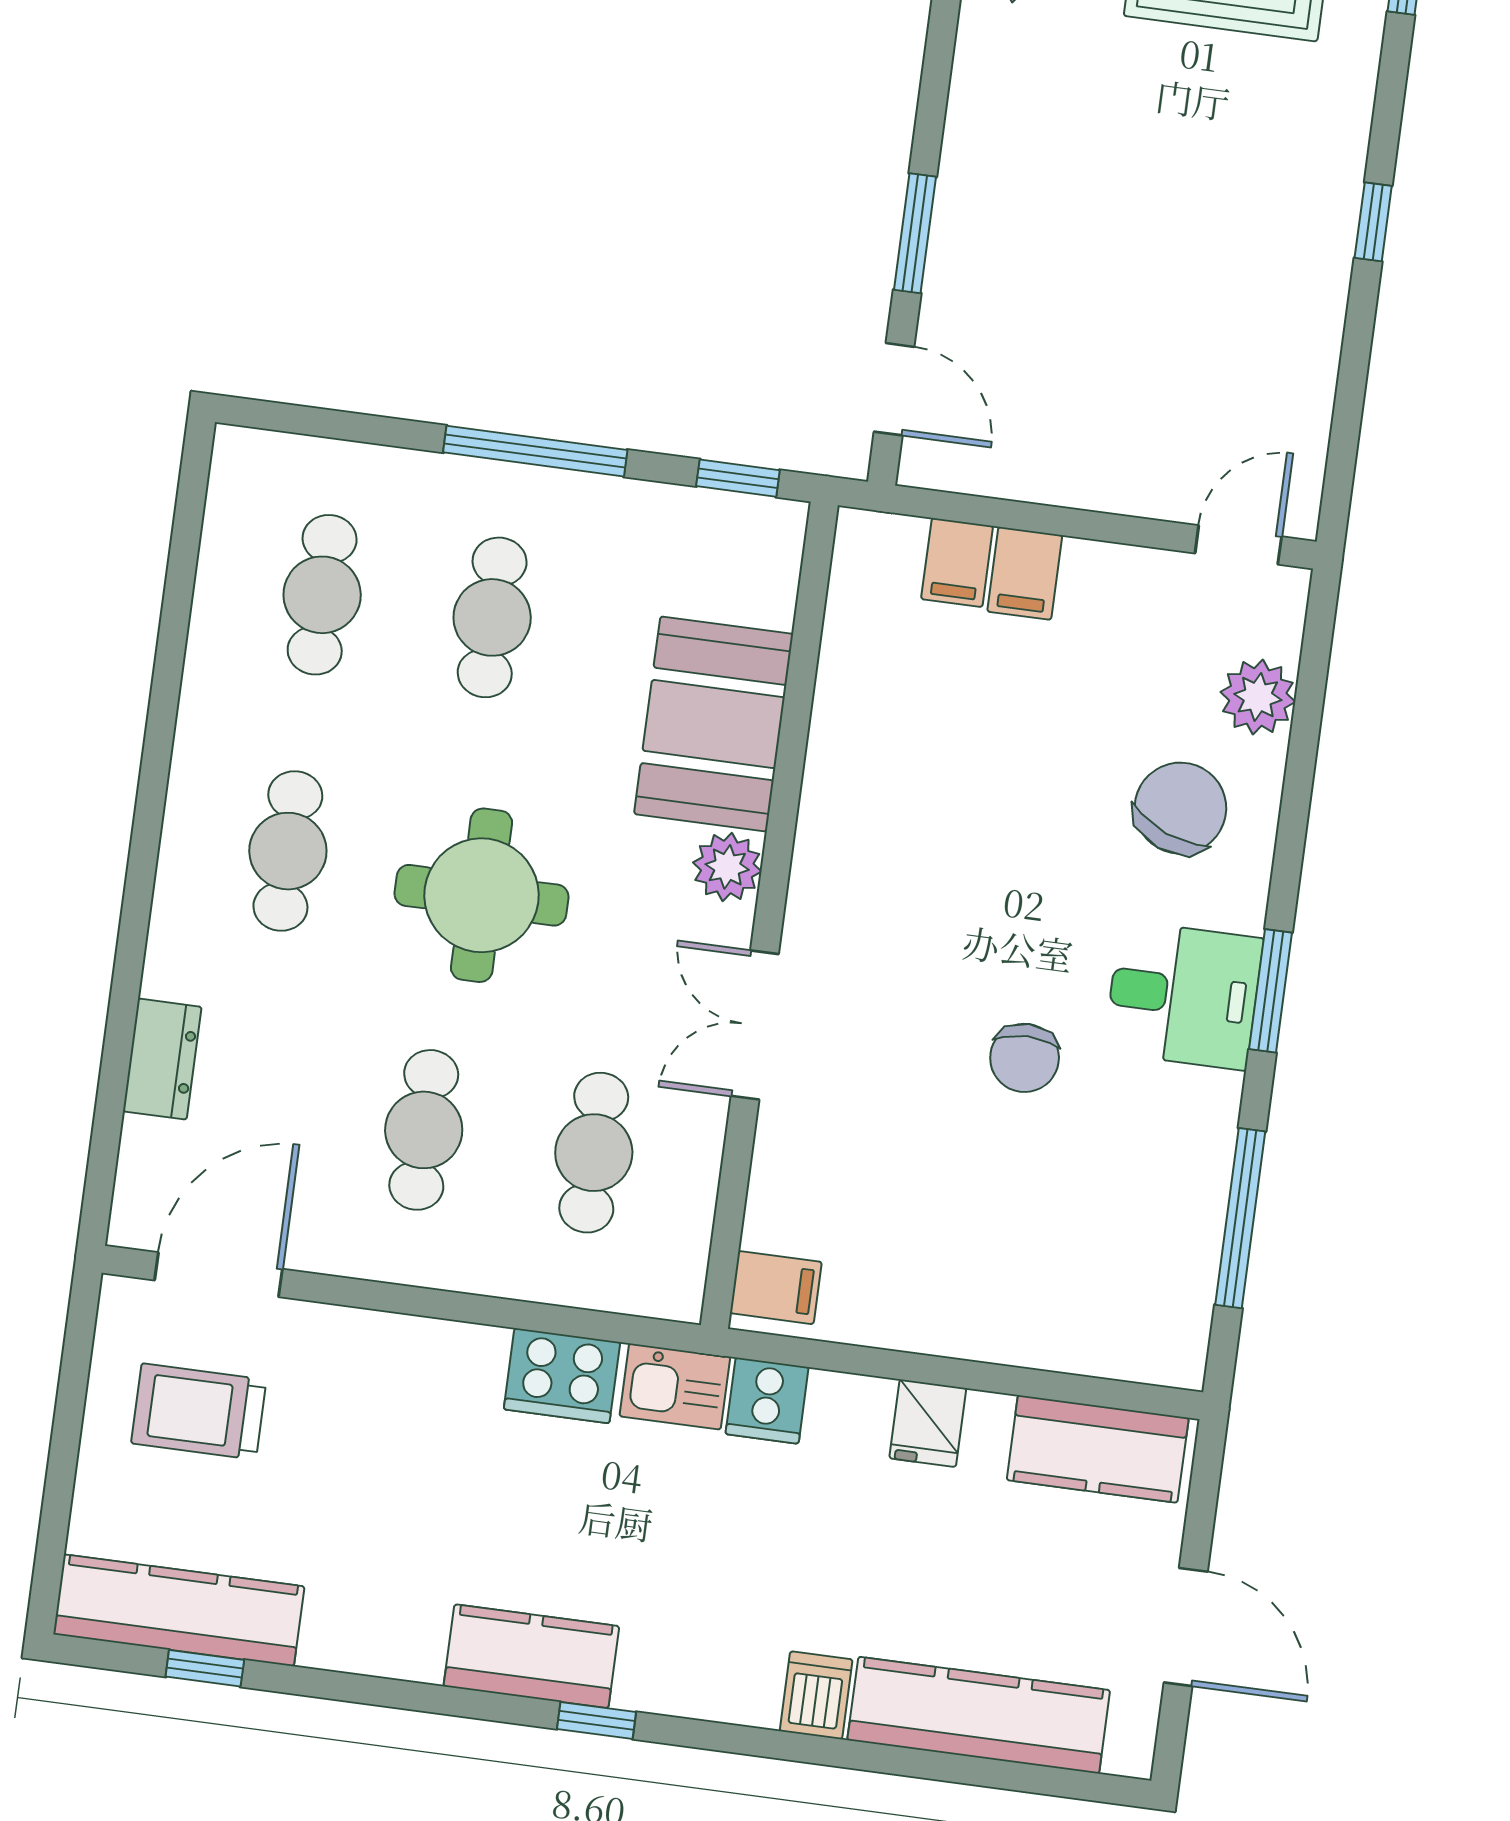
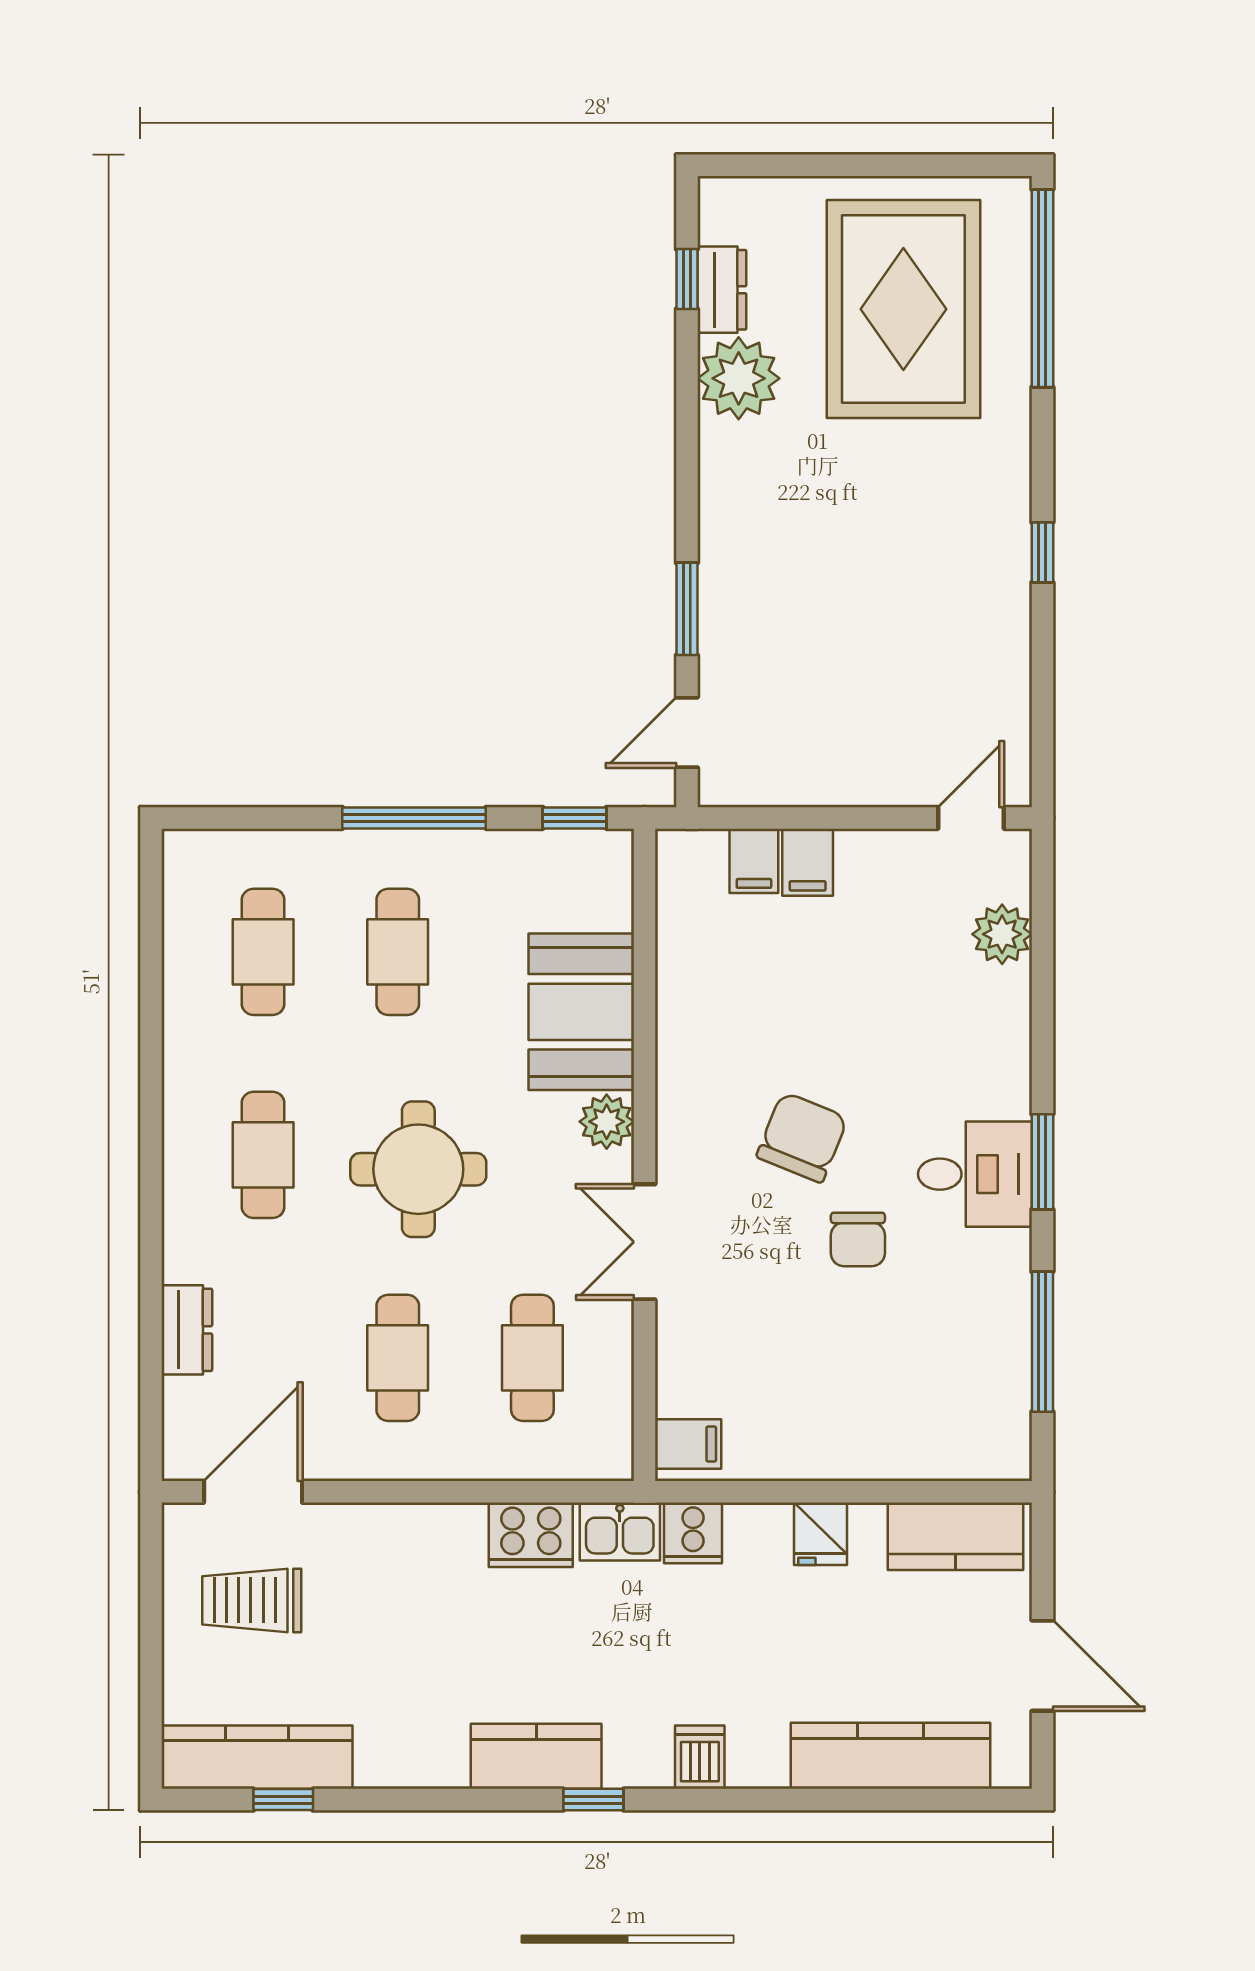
door: (894, 389) -> (687, 732), swing flipped
chair: (1180, 808) -> (802, 1137), moved
dishwasher: (816, 1695) -> (700, 1757), moved

